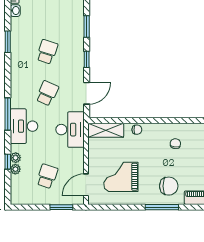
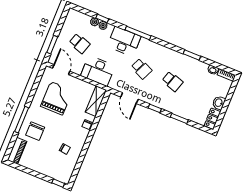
desk: (70, 130) -> (98, 71), moved

